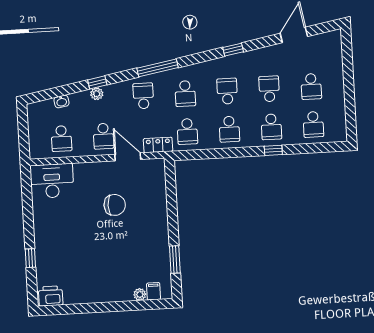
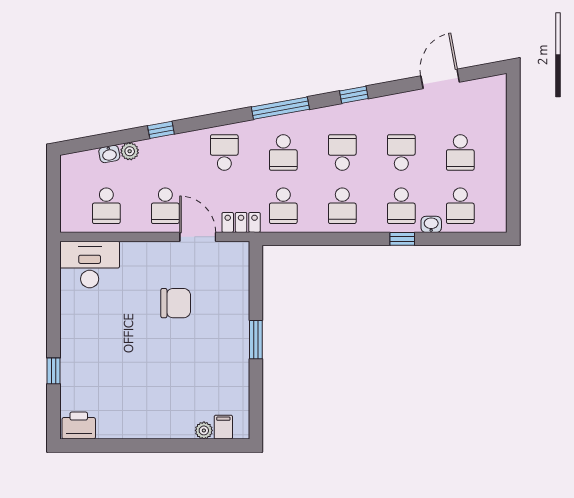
window: (157, 68) -> (280, 108), moved
plant: (97, 94) -> (130, 151), moved
washbasin: (293, 139) -> (431, 224), added
window: (175, 260) -> (256, 340), moved

